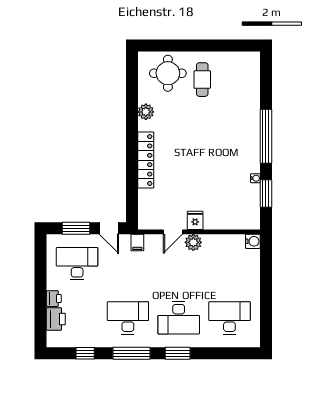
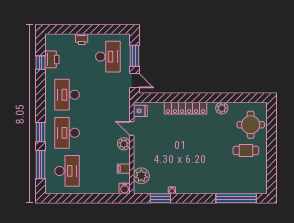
window: (266, 136) -> (236, 198), moved
plant: (236, 219) -> (141, 176), added
fridge: (195, 220) -> (140, 111), moved
door: (109, 228) -> (134, 81), swing flipped
filing cabinet: (137, 243) -> (124, 169), moved
desk: (128, 318) -> (67, 95), turned 180
printer: (56, 319) -> (52, 59), moved, turned -90
window: (131, 353) -> (41, 165), moved

